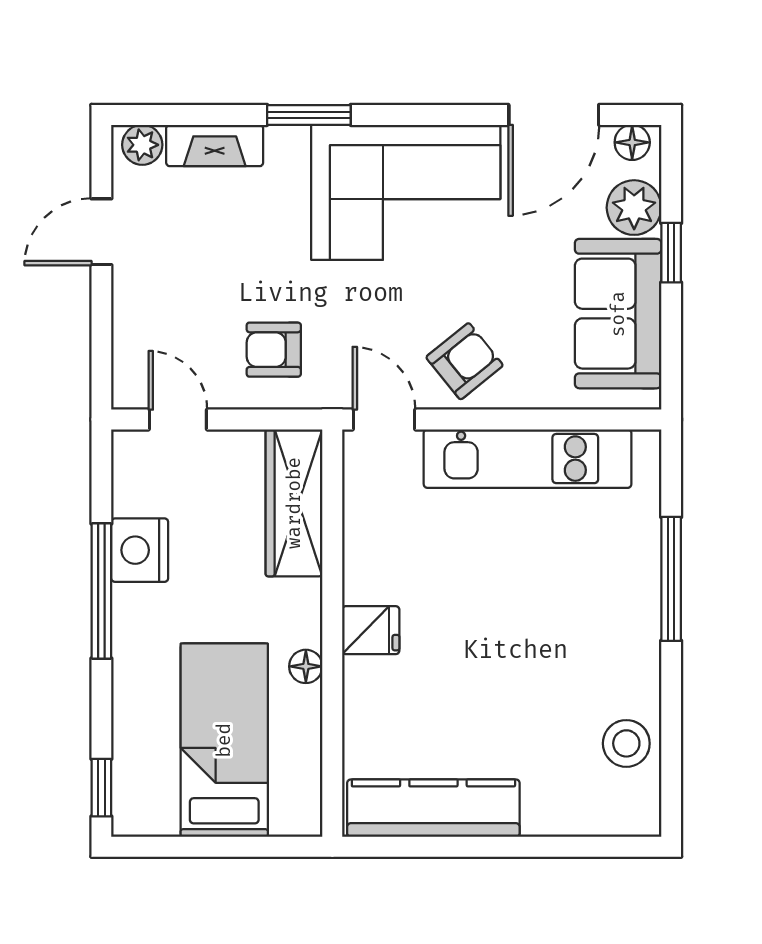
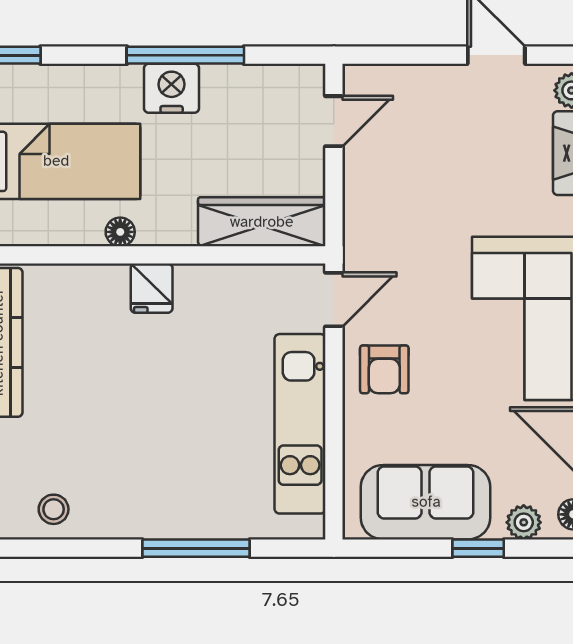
plant: (634, 208) -> (524, 522), width x0.73, depth x0.73
armchair: (274, 350) -> (394, 204), removed
armchair: (465, 361) -> (384, 369), turned 39
nightstand: (140, 550) -> (172, 88), moved
stool: (626, 743) -> (54, 509), width x0.73, depth x0.73

